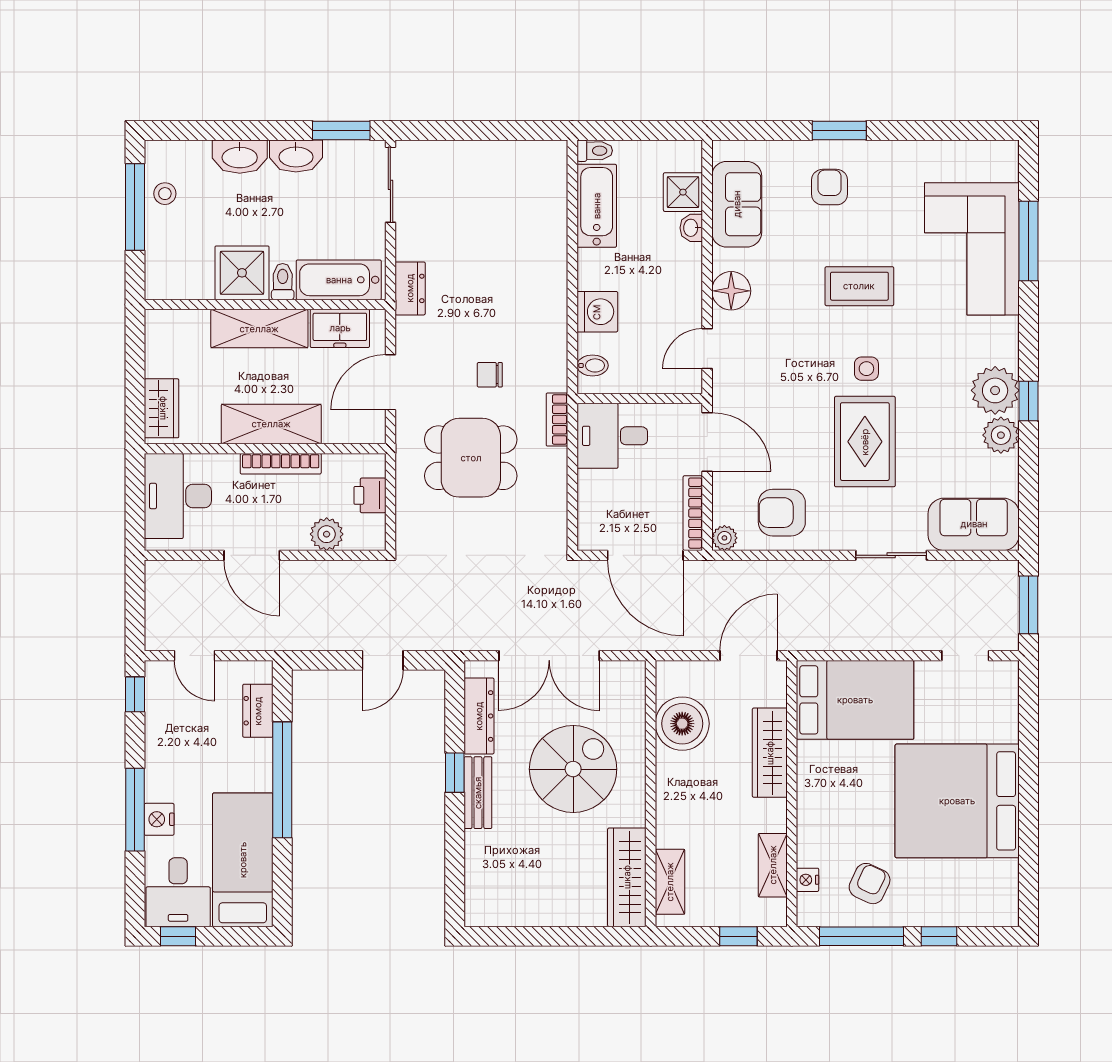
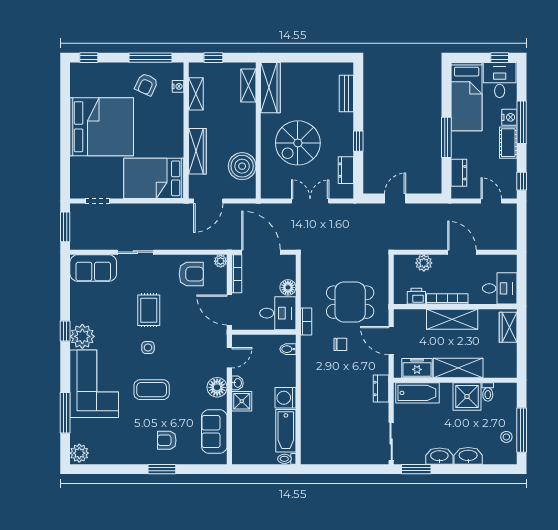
armchair: (830, 187) -> (167, 440), turned 90
shower: (683, 192) -> (242, 401), moved
washbasin: (691, 228) -> (237, 383), moved
corner sofa: (972, 249) -> (94, 384), moved
toilet: (283, 282) -> (488, 392), moved
washing machine: (597, 312) -> (285, 398), moved
door: (390, 382) -> (391, 341), swing flipped
plant: (1001, 435) -> (79, 453), moved
rug: (865, 442) -> (149, 310), width x0.73, depth x0.70
floor lamp: (592, 486) -> (288, 287), added
printer: (370, 495) -> (416, 296), moved, turned -90
desk: (178, 496) -> (500, 288), width x0.73
double door: (549, 656) -> (310, 201), width x0.73
dresser: (479, 716) -> (346, 170), width x0.70
cot: (161, 770) -> (508, 143), added
window: (282, 780) -> (446, 137), width x0.68
bench: (478, 793) -> (346, 94), moved
window: (939, 936) -> (89, 58), moved

